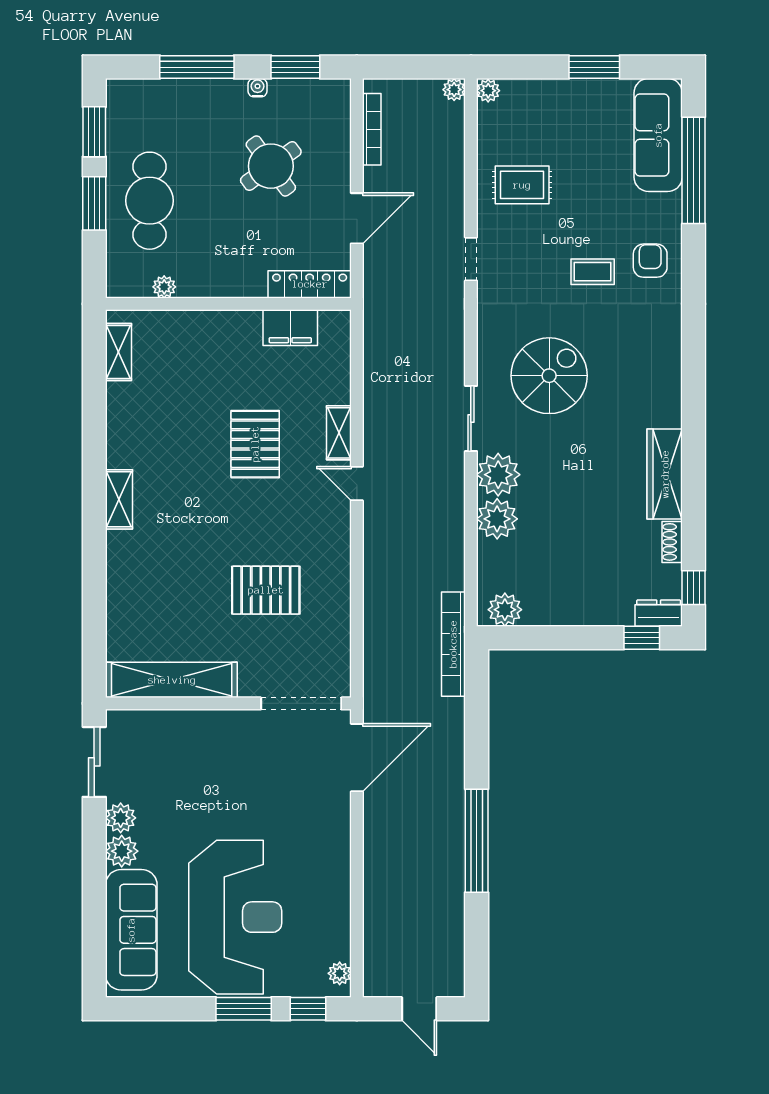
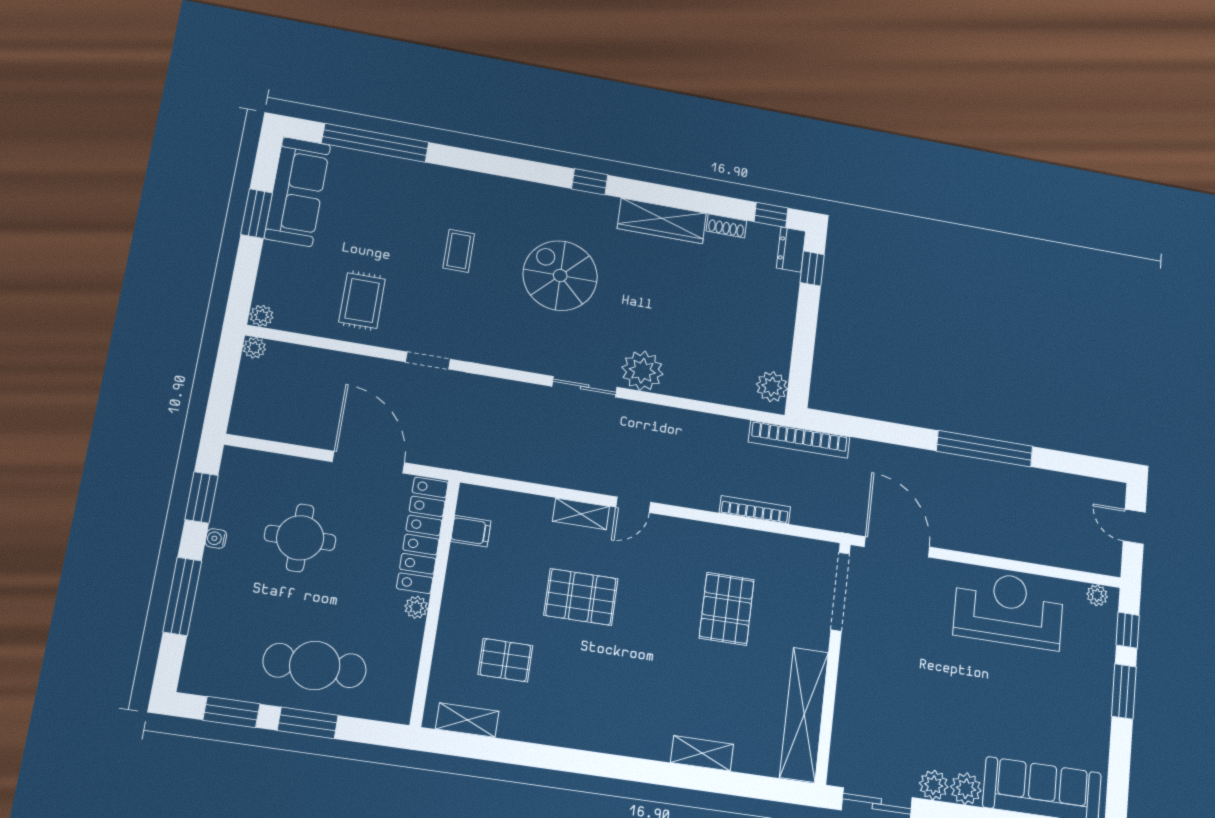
bookcase: (372, 129) -> (755, 510), moved
sofa: (658, 135) -> (297, 192), moved, turned -90
round table: (271, 166) -> (300, 538), turned 36
door: (357, 218) -> (369, 462), width x1.36
armchair: (650, 261) -> (456, 197), removed
locker: (310, 284) -> (422, 535), width x1.41, depth x1.21
plant: (164, 287) -> (416, 607), moved
filing cabinet: (290, 328) -> (471, 531), width x0.50
spiral stairs: (549, 376) -> (560, 276), moved
pallet: (182, 380) -> (505, 660), added
window: (694, 394) -> (590, 182), added
shelving: (119, 499) -> (702, 753), moved
plant: (497, 519) -> (685, 379), removed
reception desk: (235, 917) -> (1009, 610), moved, width x0.74, depth x0.77
door: (419, 1009) -> (1134, 527), swing flipped

